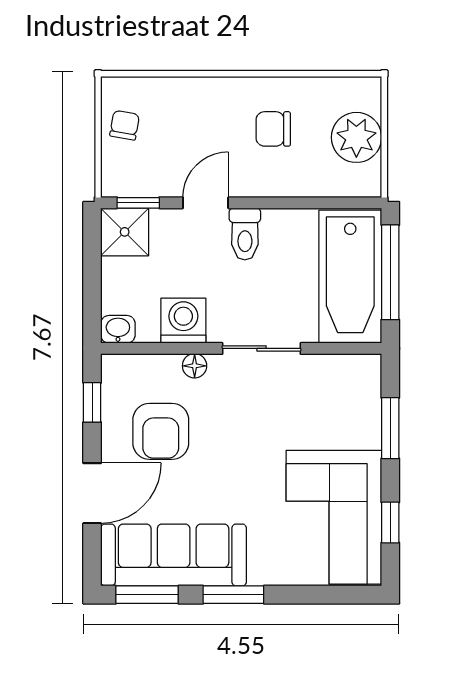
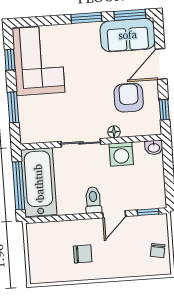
plant: (356, 137) -> (40, 253), removed
shower: (125, 232) -> (154, 197), removed
sofa: (174, 555) -> (128, 35), width x0.73

